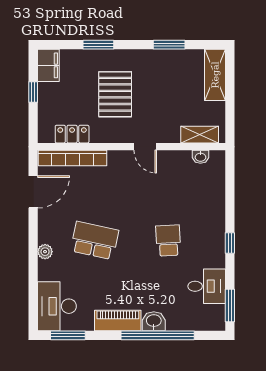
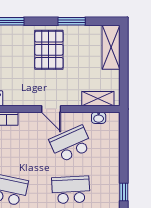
pallet: (115, 94) -> (49, 50), moved
school desk: (168, 187) -> (71, 144), added
school desk: (168, 241) -> (71, 190), width x1.85

